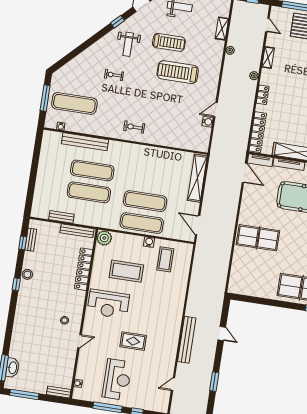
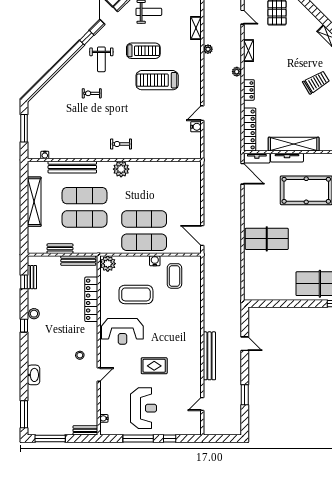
exercise mat: (74, 103) -> (55, 129), removed
plant: (131, 151) -> (121, 169), added
shelving: (197, 178) -> (34, 202), moved
washbasin: (12, 368) -> (33, 375), moved

